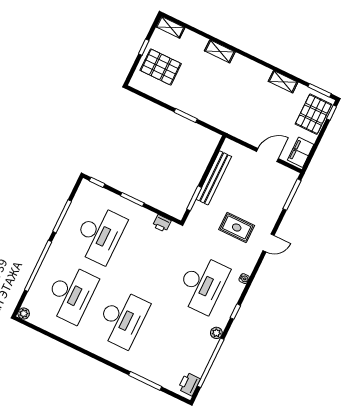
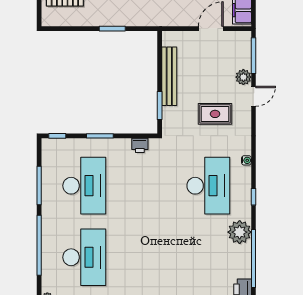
plant: (275, 208) -> (243, 77), added
door: (269, 243) -> (254, 96), moved
desk: (122, 319) -> (146, 257), removed
plant: (216, 333) -> (240, 232), width x1.87, depth x1.87

